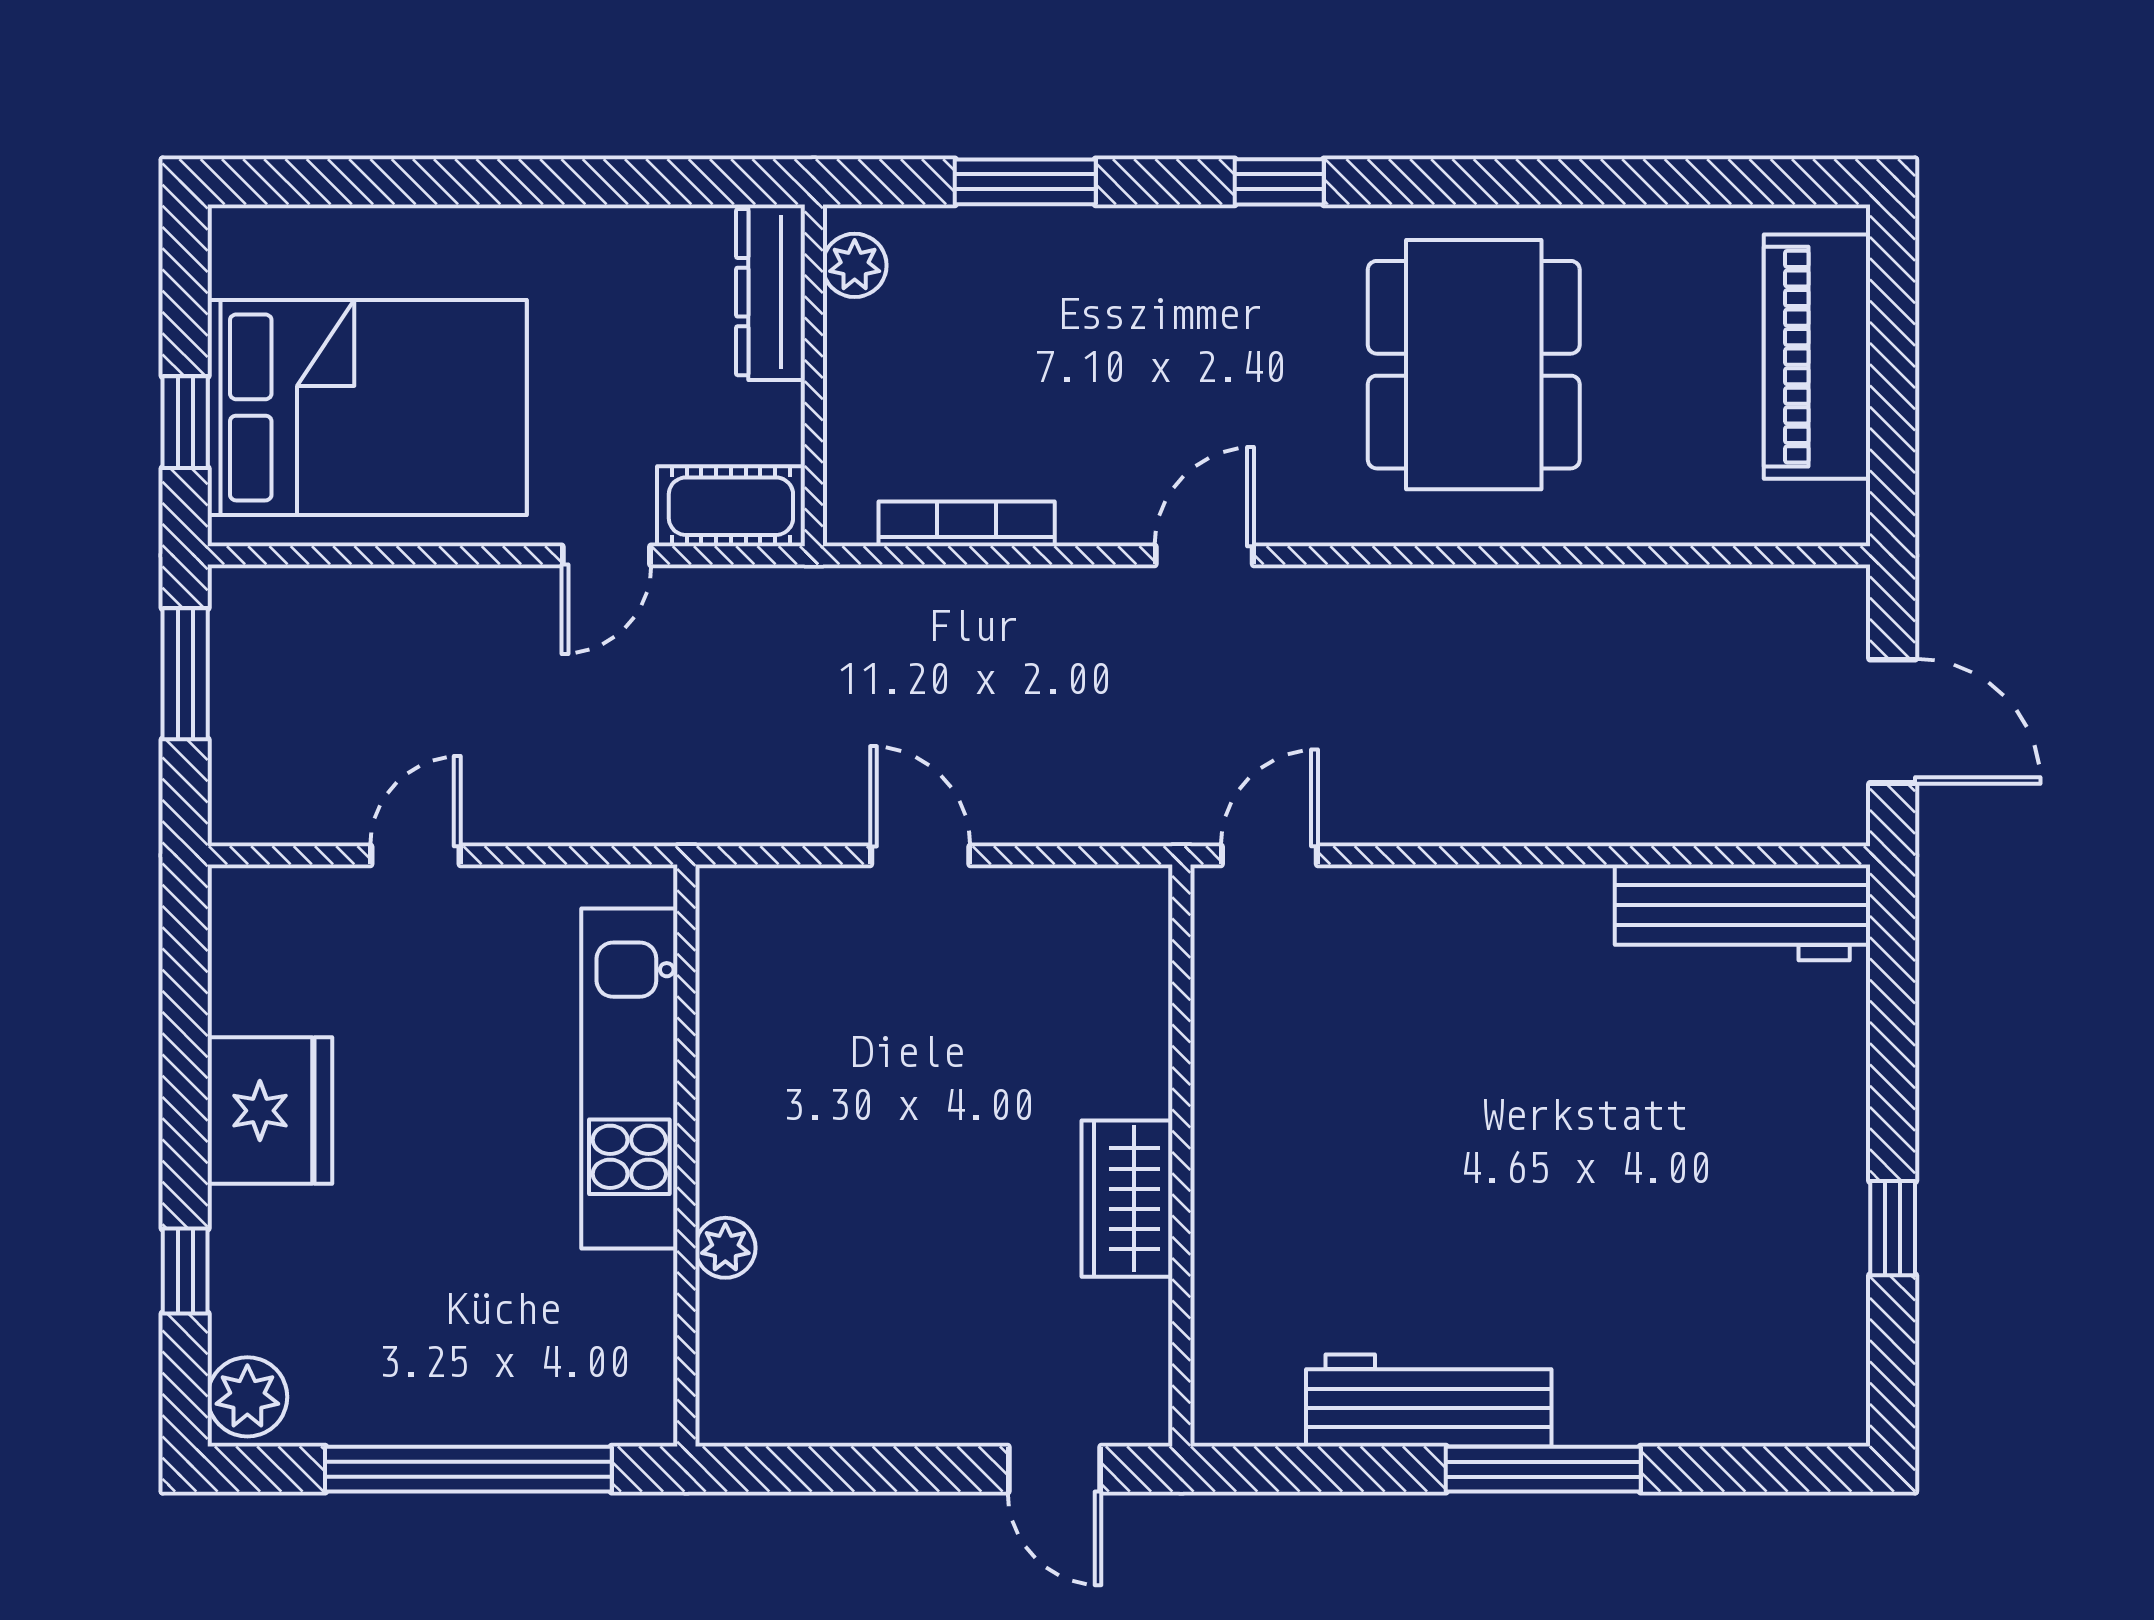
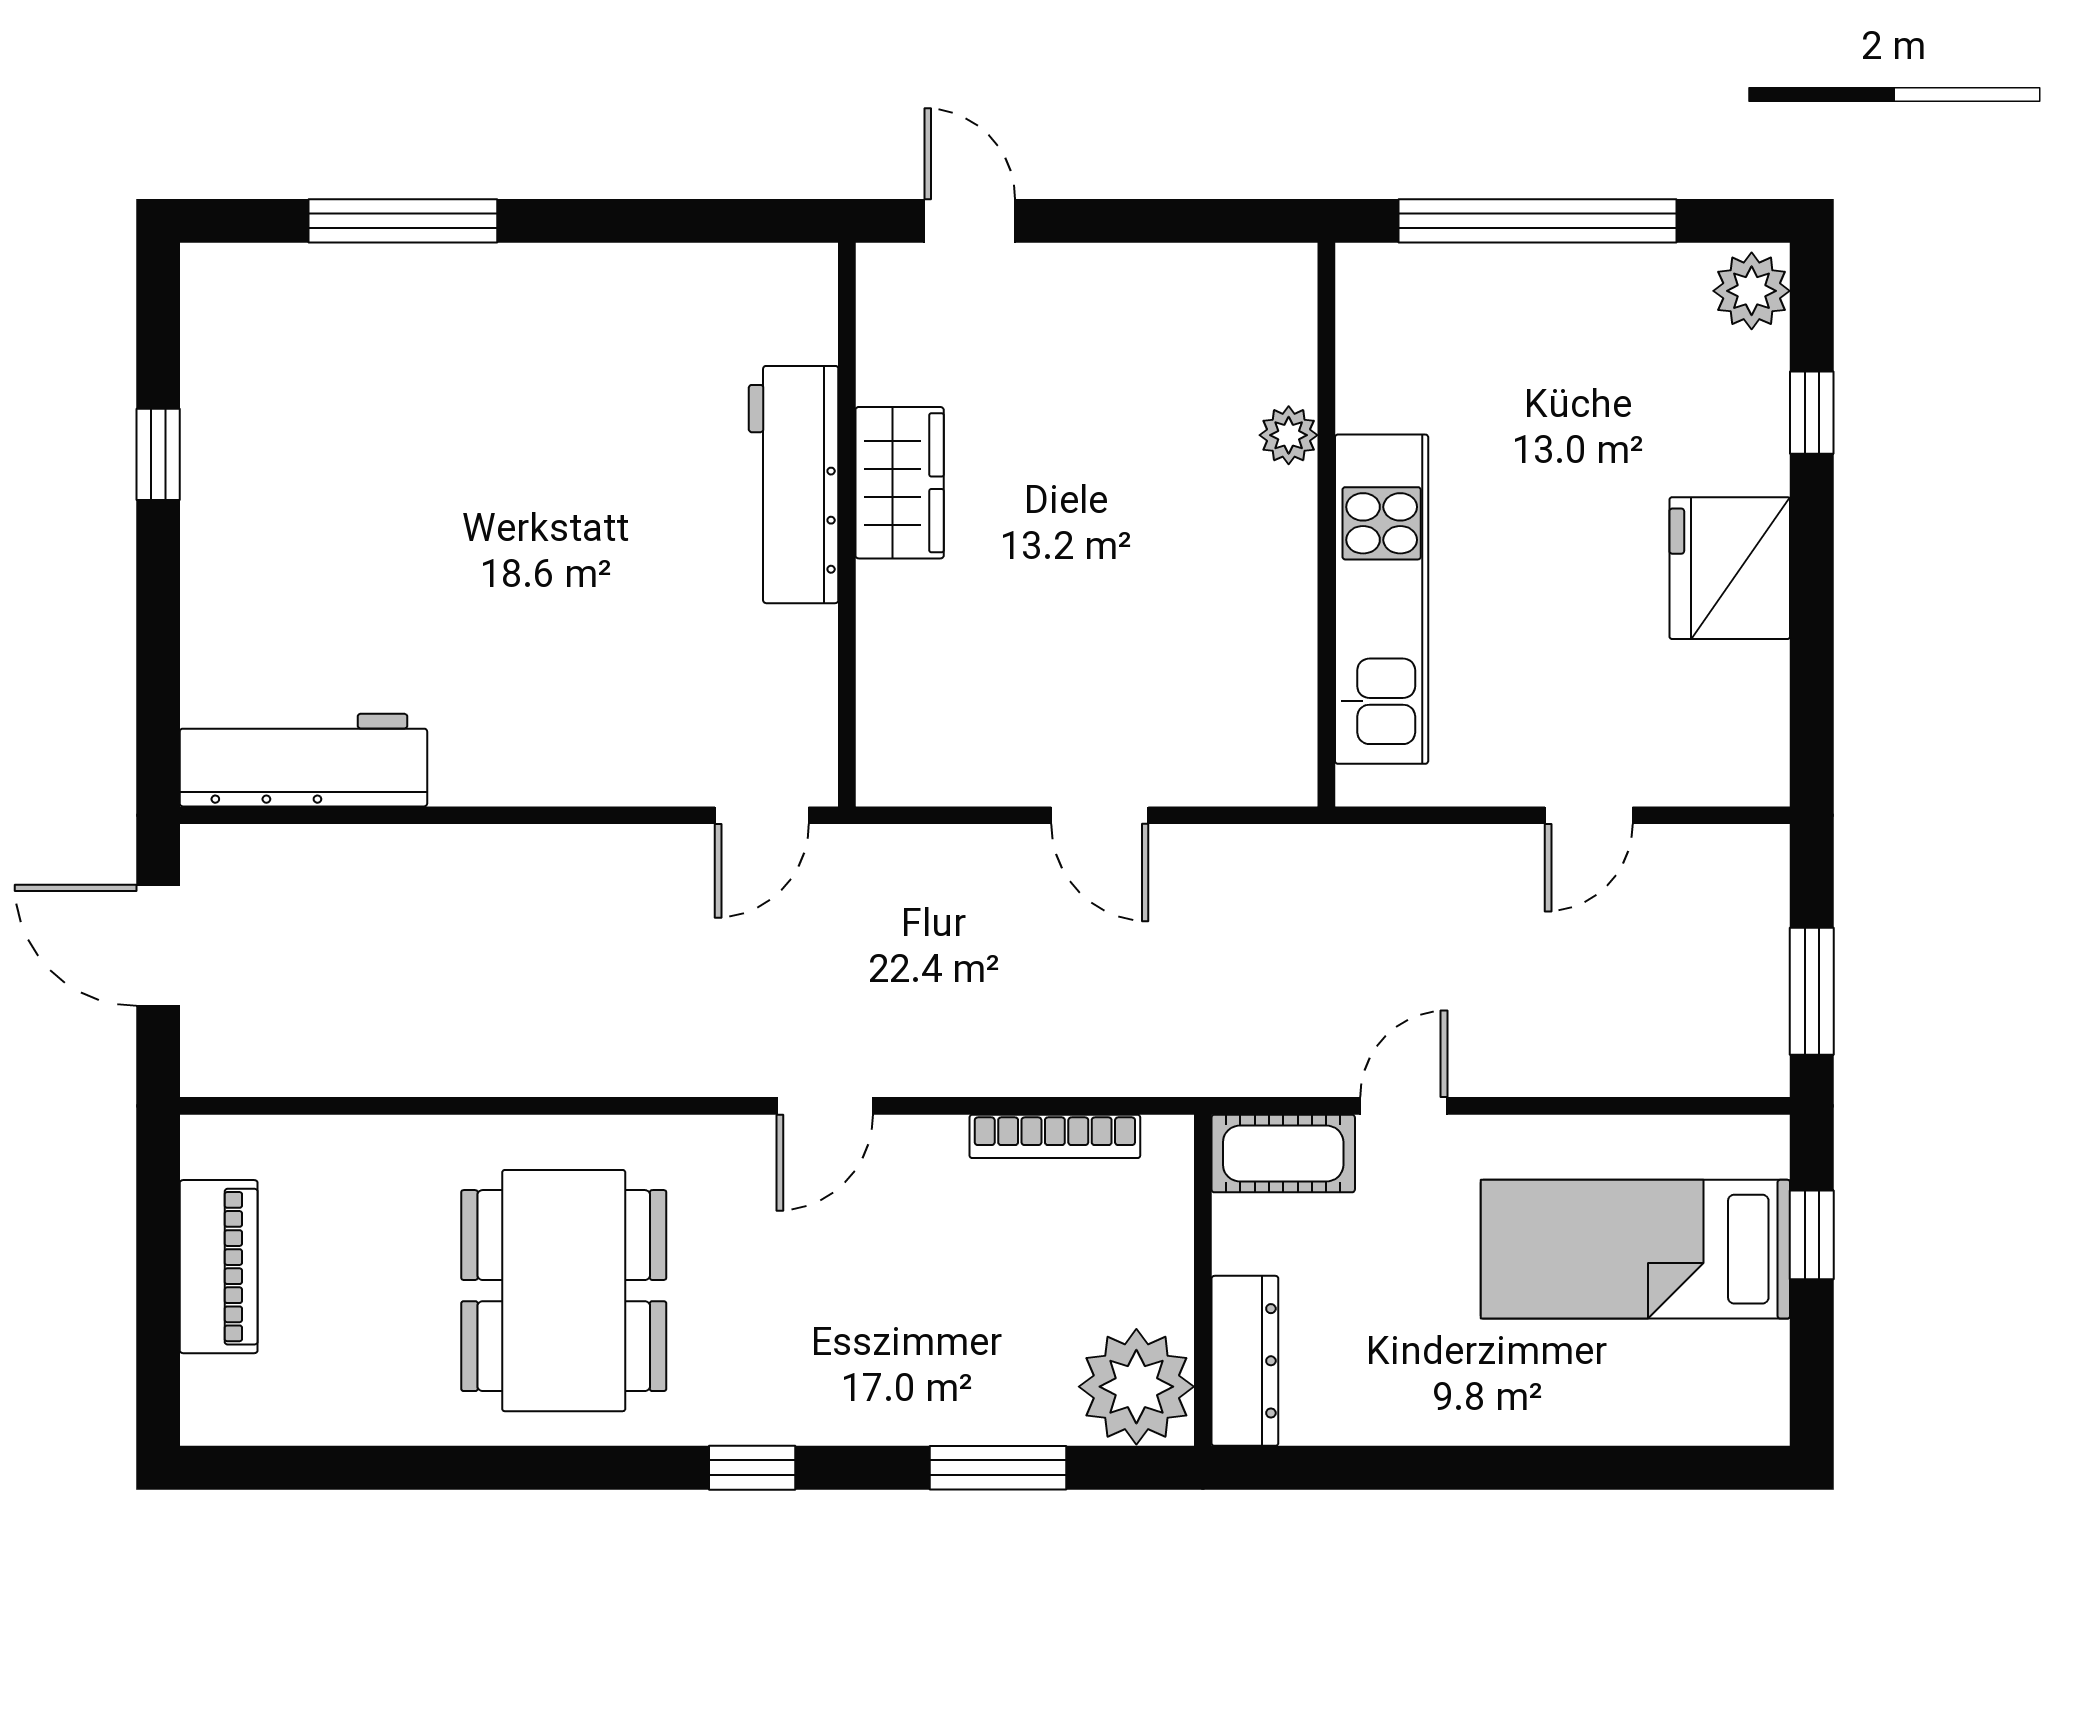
plant: (855, 265) -> (1136, 1387), width x1.88, depth x1.88
piano: (1817, 357) -> (219, 1267), width x0.73, depth x0.75
bed: (367, 407) -> (1635, 1249), width x0.67
workbench: (1429, 1400) -> (794, 485), moved, turned 90
window: (1543, 1469) -> (403, 221), moved

